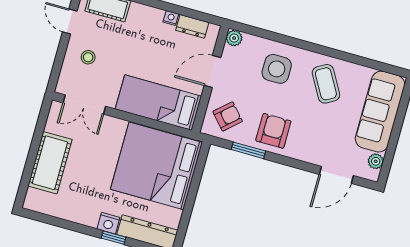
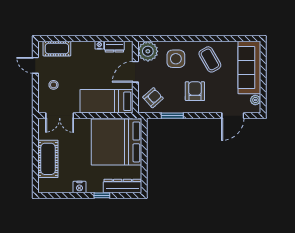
plant: (234, 38) -> (148, 51), width x1.88, depth x1.88
armchair: (273, 131) -> (195, 91), moved
nightstand: (108, 223) -> (79, 187), moved

